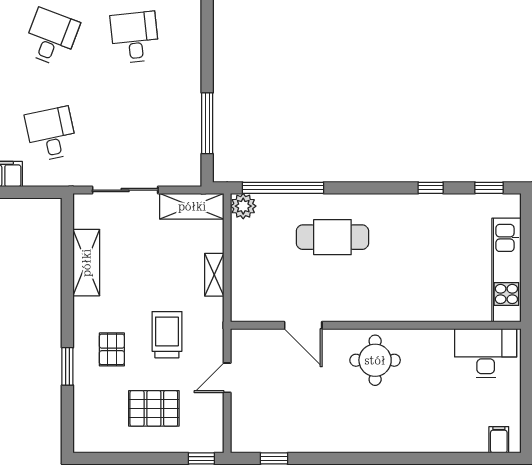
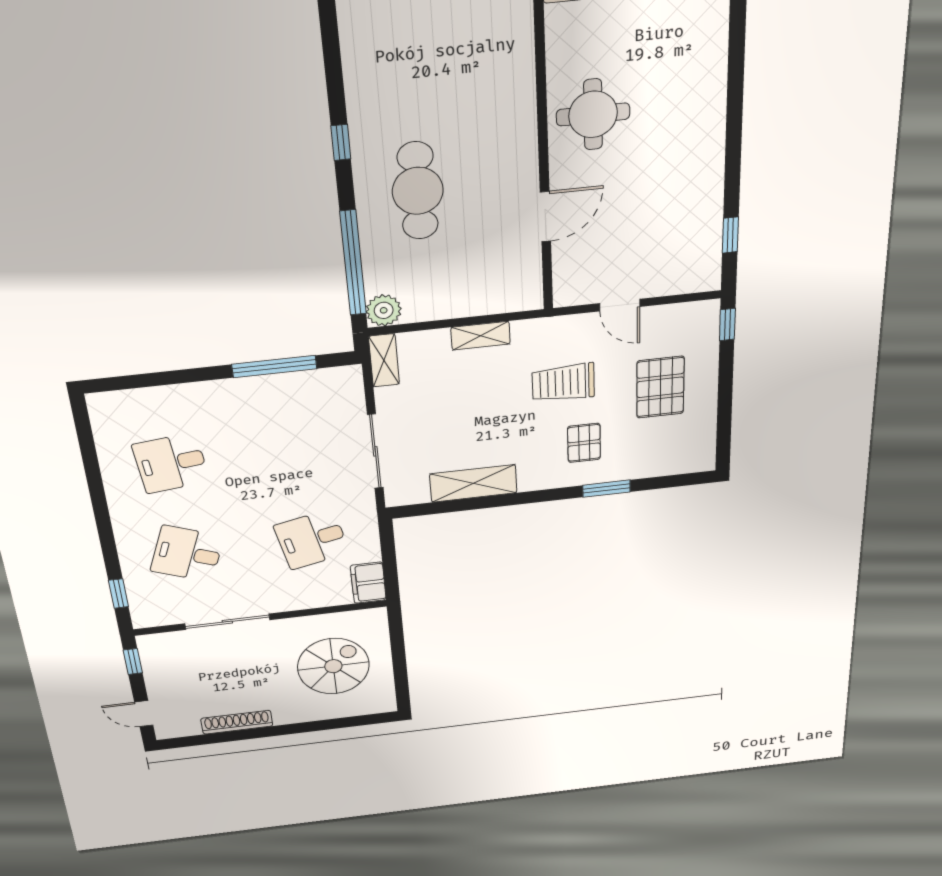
window: (431, 188) -> (341, 142), moved
shelving: (192, 206) -> (384, 360), width x0.67, depth x0.75
pallet: (112, 349) -> (584, 443), turned 90

